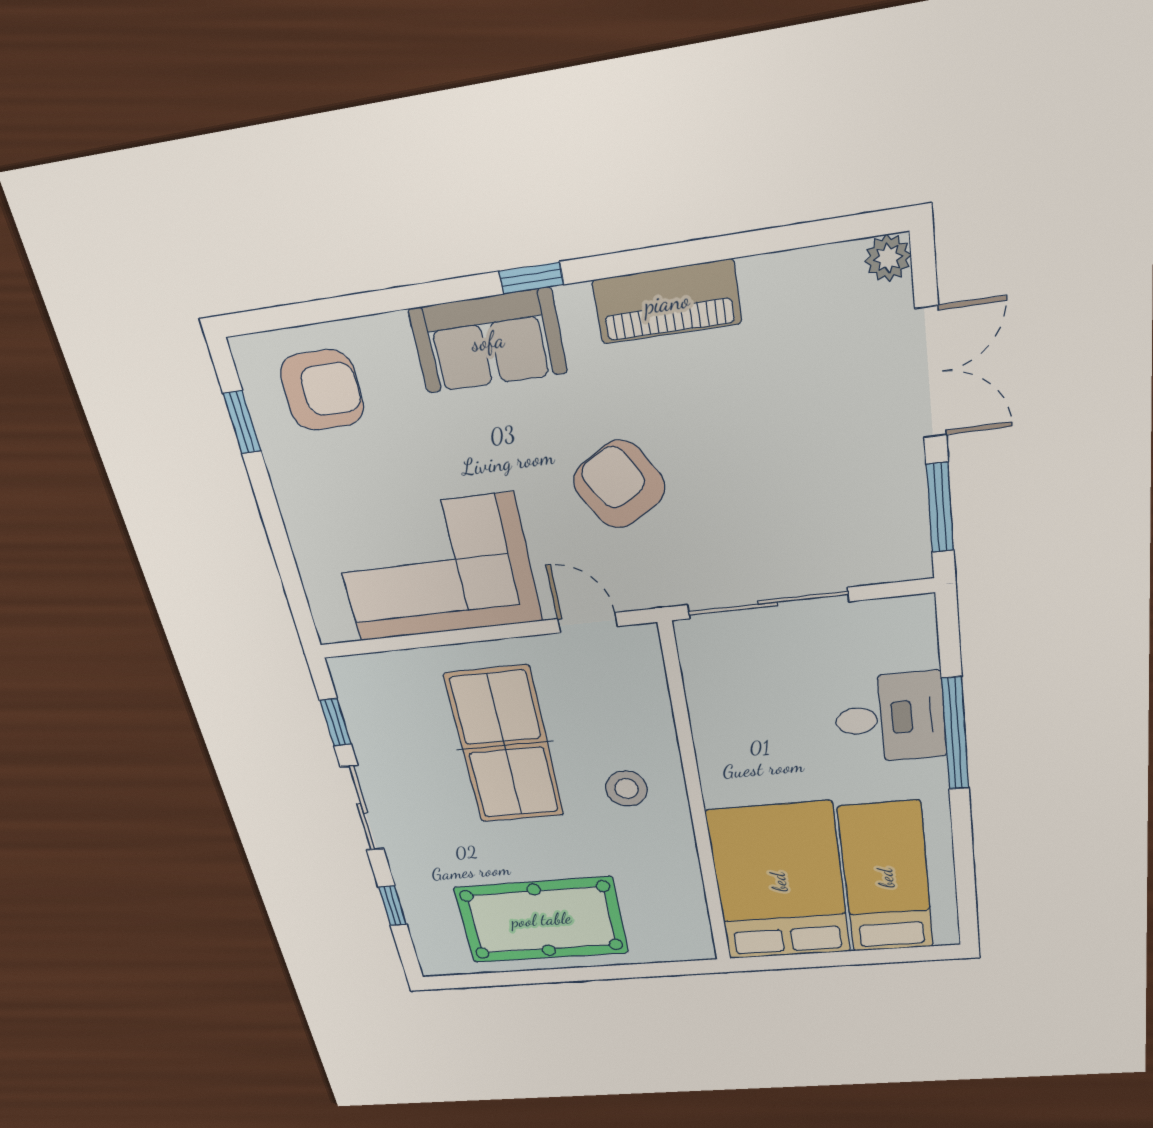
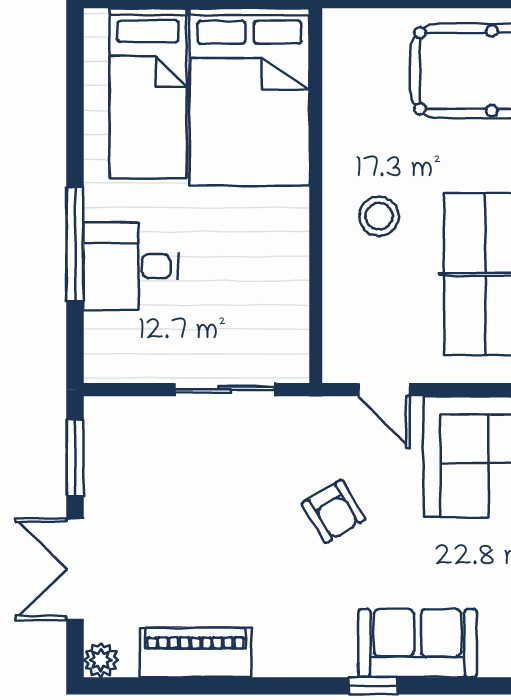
piano: (667, 302) -> (196, 652), moved
armchair: (619, 484) -> (334, 511), width x0.72, depth x0.72
sliding door: (768, 603) -> (225, 390), width x0.73

